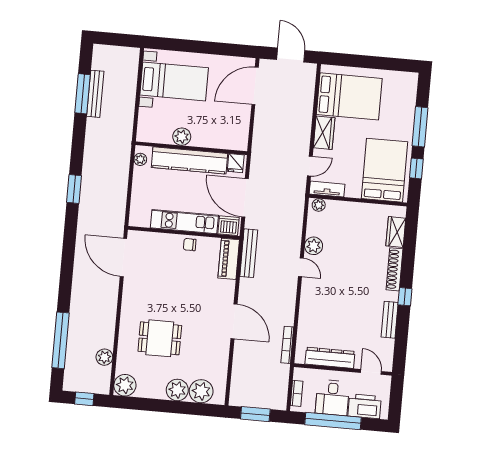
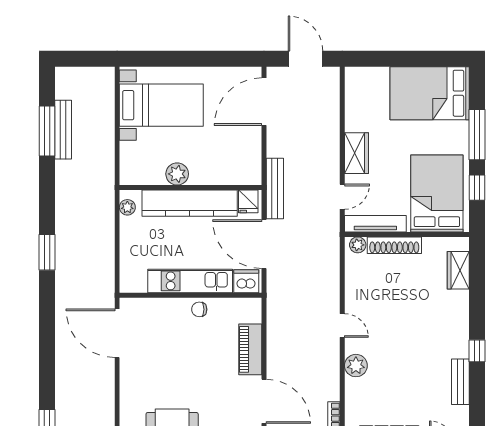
bed: (349, 96) -> (430, 93), moved, turned 180
tv unit: (327, 189) -> (375, 224), width x1.41
plant: (314, 246) -> (356, 366), moved
bench: (249, 253) -> (275, 189), moved
piano: (229, 259) -> (250, 349), moved
shoe rack: (395, 269) -> (394, 245), moved, turned -90

